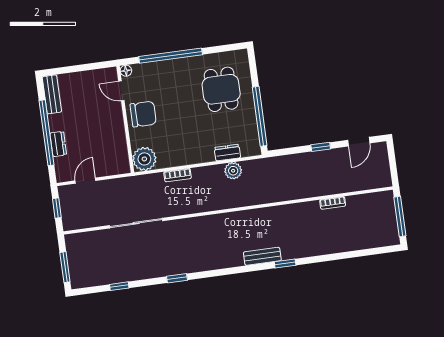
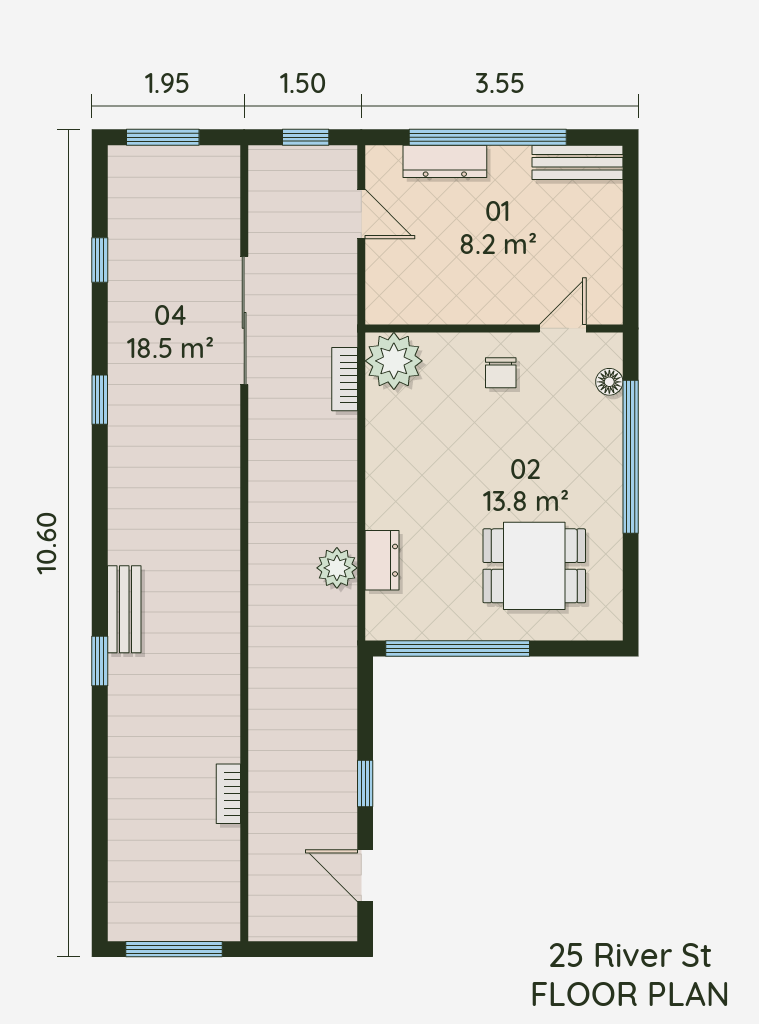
floor lamp: (126, 71) -> (609, 382), moved
chair: (143, 114) -> (501, 373), width x0.54, depth x0.54
dresser: (58, 144) -> (445, 161), width x1.44
bookcase: (178, 175) -> (345, 379), moved

